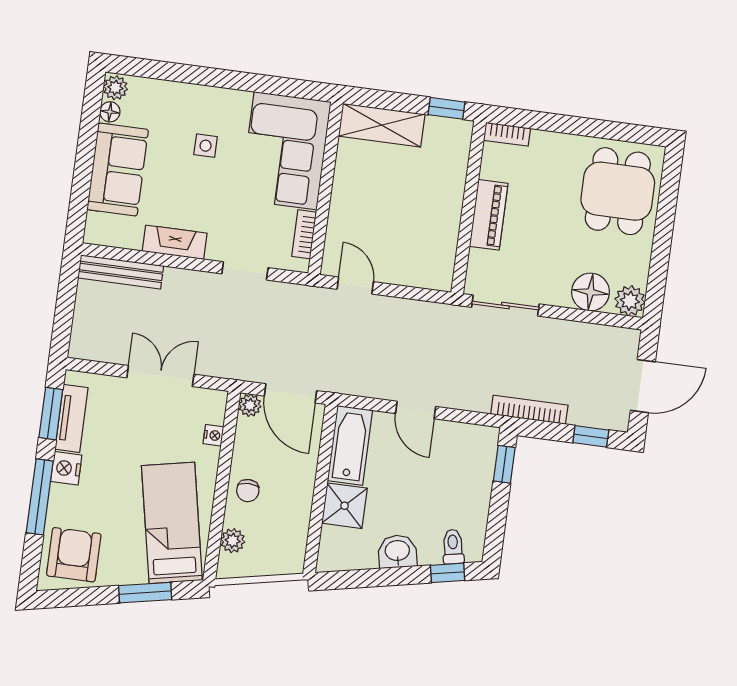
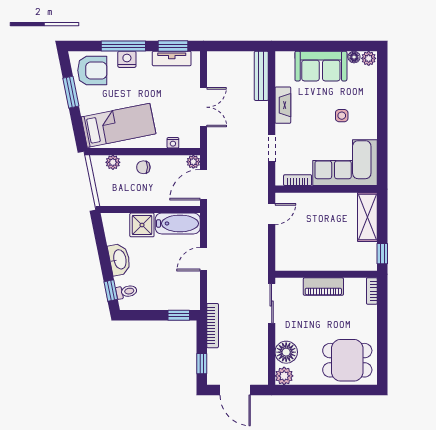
nightstand: (66, 468) -> (127, 59), moved
washbasin: (397, 551) -> (119, 259), width x1.38
window: (145, 593) -> (71, 92), moved

